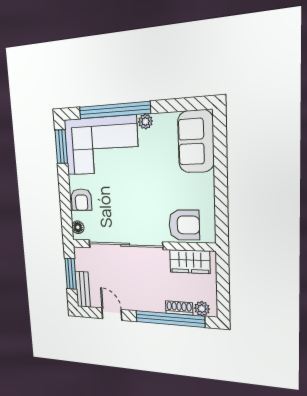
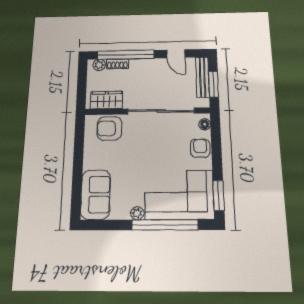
bench: (83, 289) -> (202, 77), width x1.36

